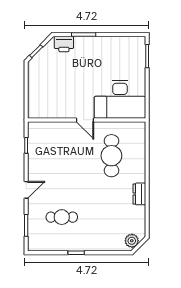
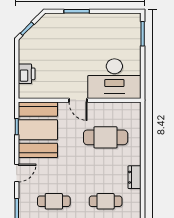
printer: (64, 44) -> (27, 74), moved, turned -90
booth: (46, 148) -> (38, 130), added
cafe table: (111, 156) -> (106, 137), turned 90
cafe table: (111, 217) -> (106, 201), added

